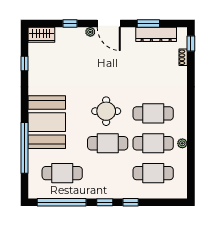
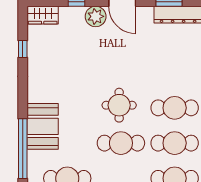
plant: (90, 32) -> (96, 16), width x1.88, depth x1.88
booth: (47, 122) -> (43, 126), width x0.73, depth x0.70

